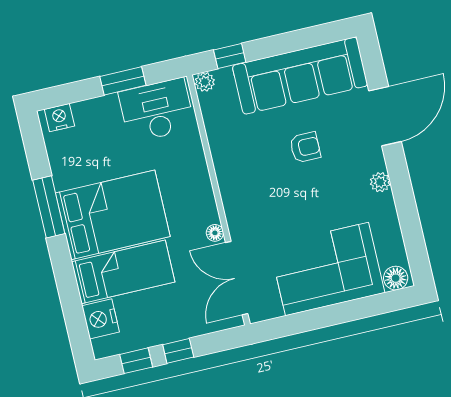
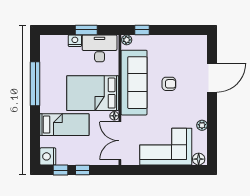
sofa: (300, 76) -> (134, 83), moved, turned -90
nightstand: (59, 118) -> (75, 41), moved
plant: (380, 182) -> (202, 125), moved
window: (49, 207) -> (35, 84), width x1.46
bed: (113, 215) -> (93, 93), moved, turned 180
nightstand: (101, 319) -> (48, 156), moved

